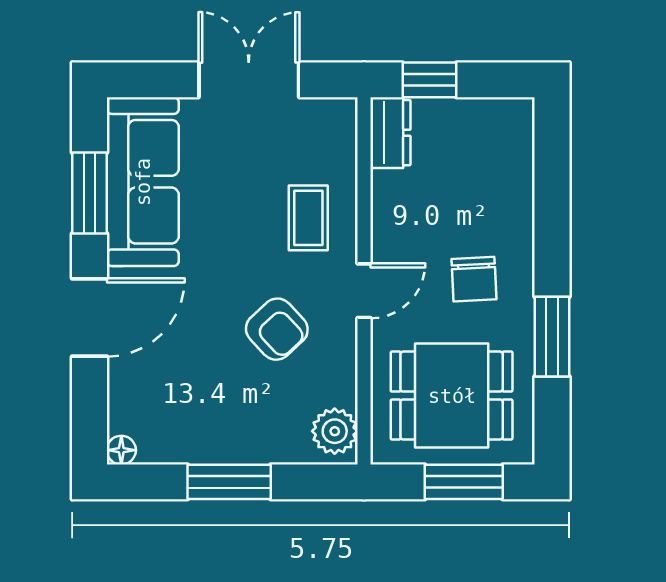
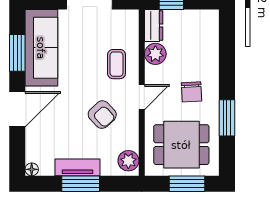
plant: (394, 195) -> (155, 54), added
tv unit: (222, 446) -> (77, 167), added

